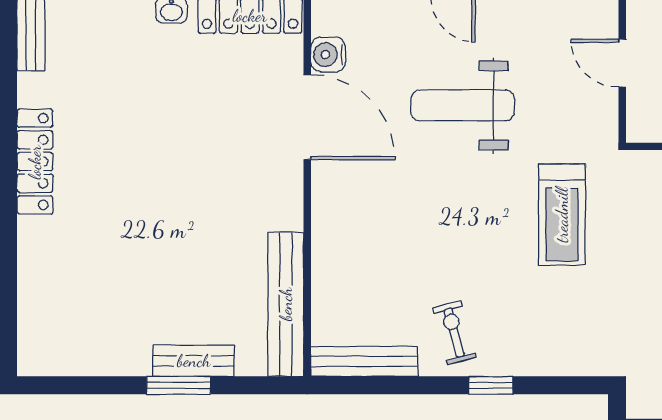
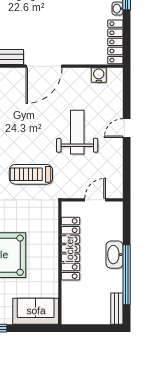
door: (307, 117) -> (44, 66), moved

